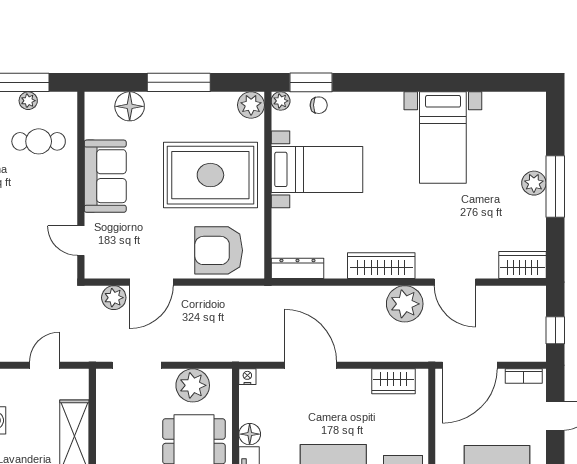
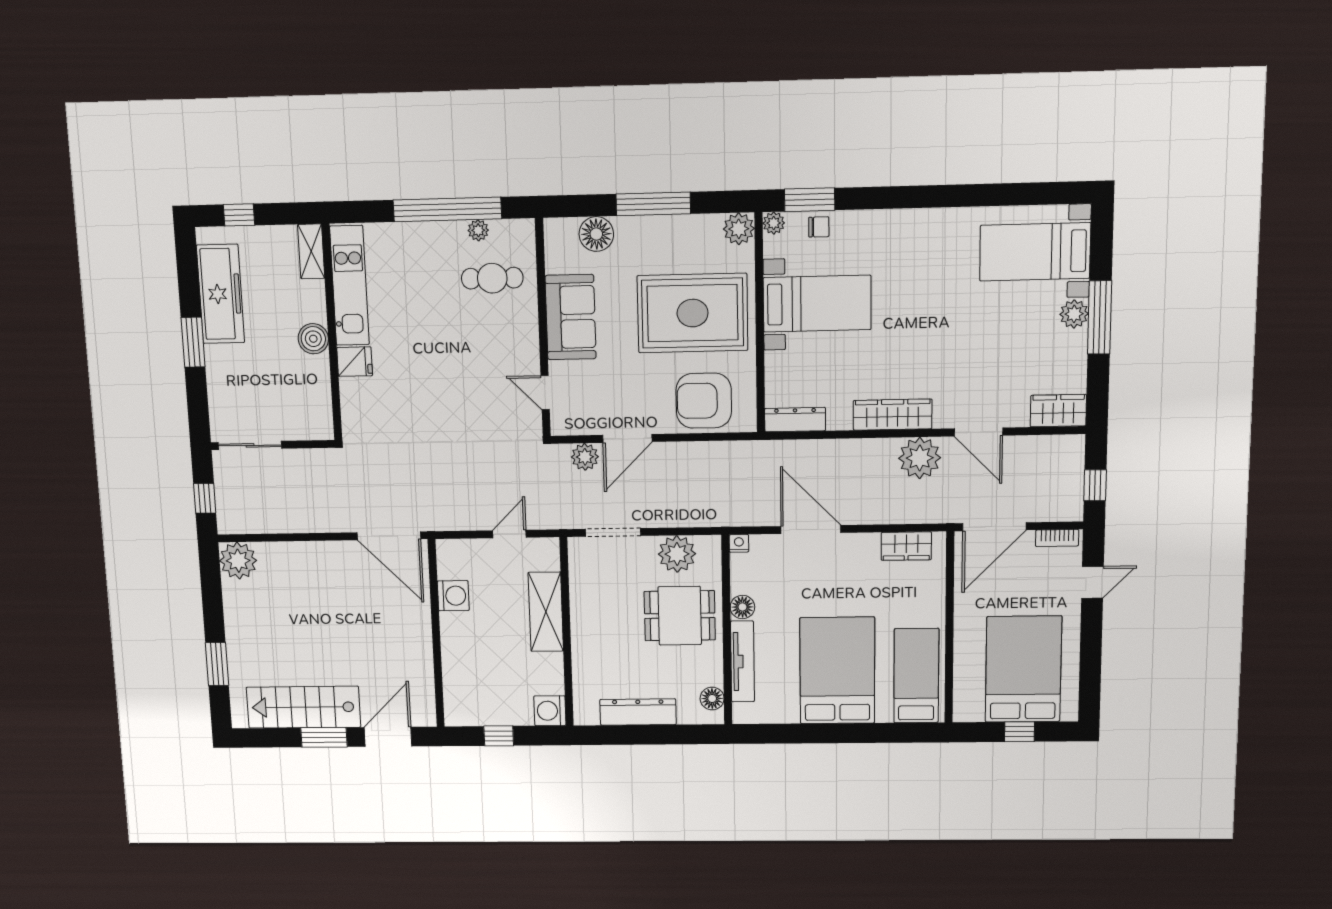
bed with nightstands: (443, 137) -> (1035, 252), moved, turned 90

